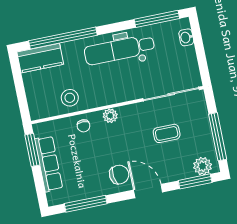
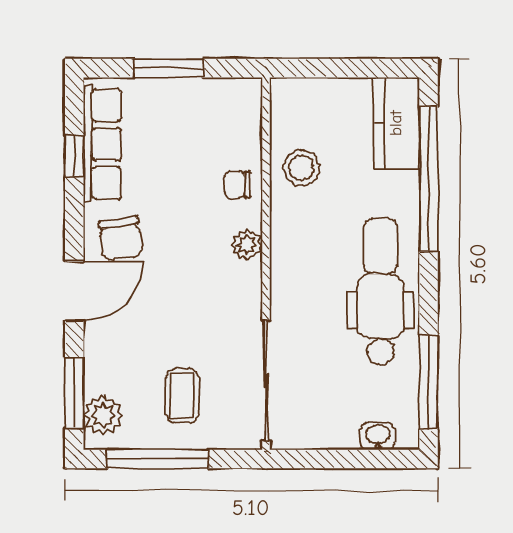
coffee table: (167, 133) -> (182, 396), moved
window: (32, 150) -> (169, 68), moved
row of seats: (49, 164) -> (102, 144), moved, turned -90
window: (86, 204) -> (74, 156), width x0.46

